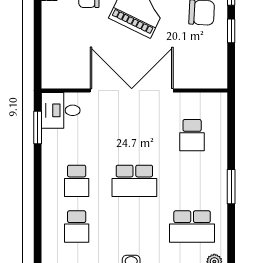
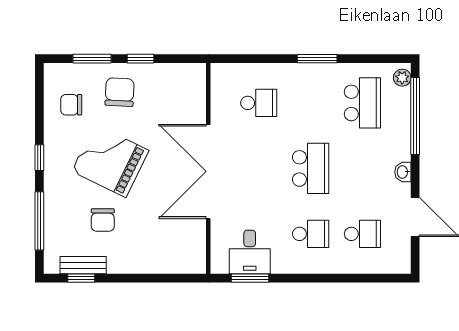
desk: (61, 110) -> (250, 252), moved

